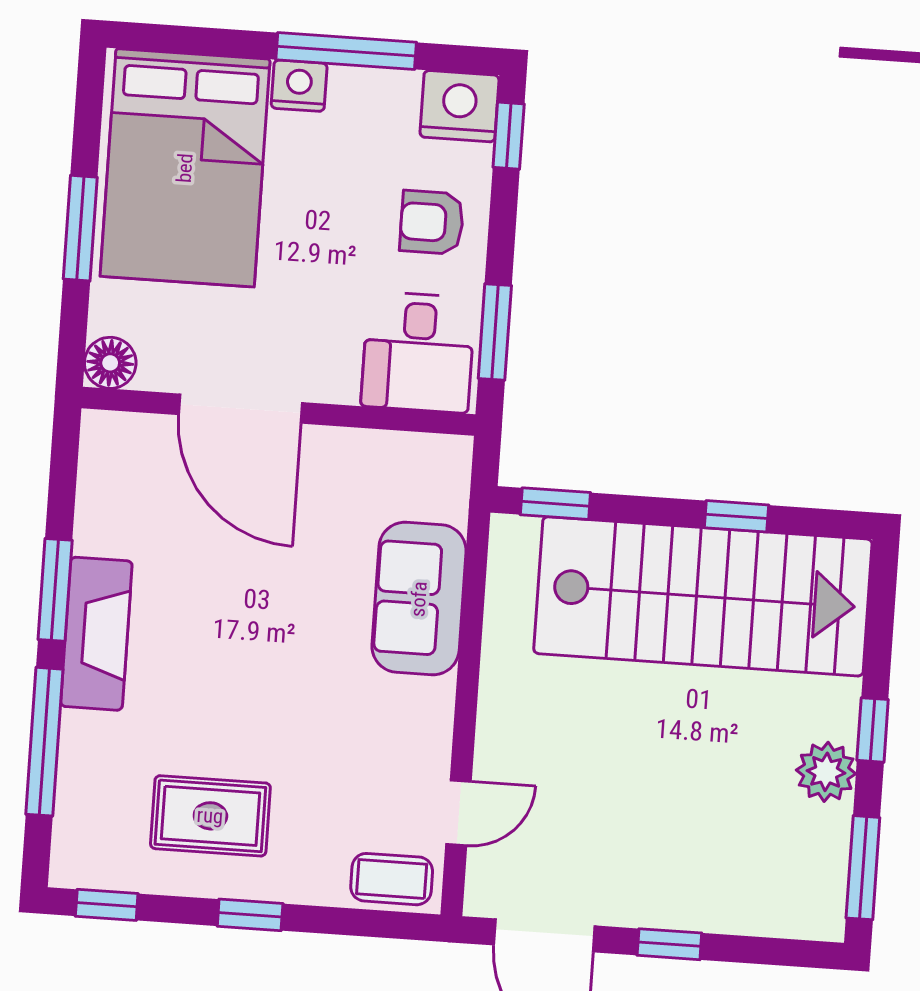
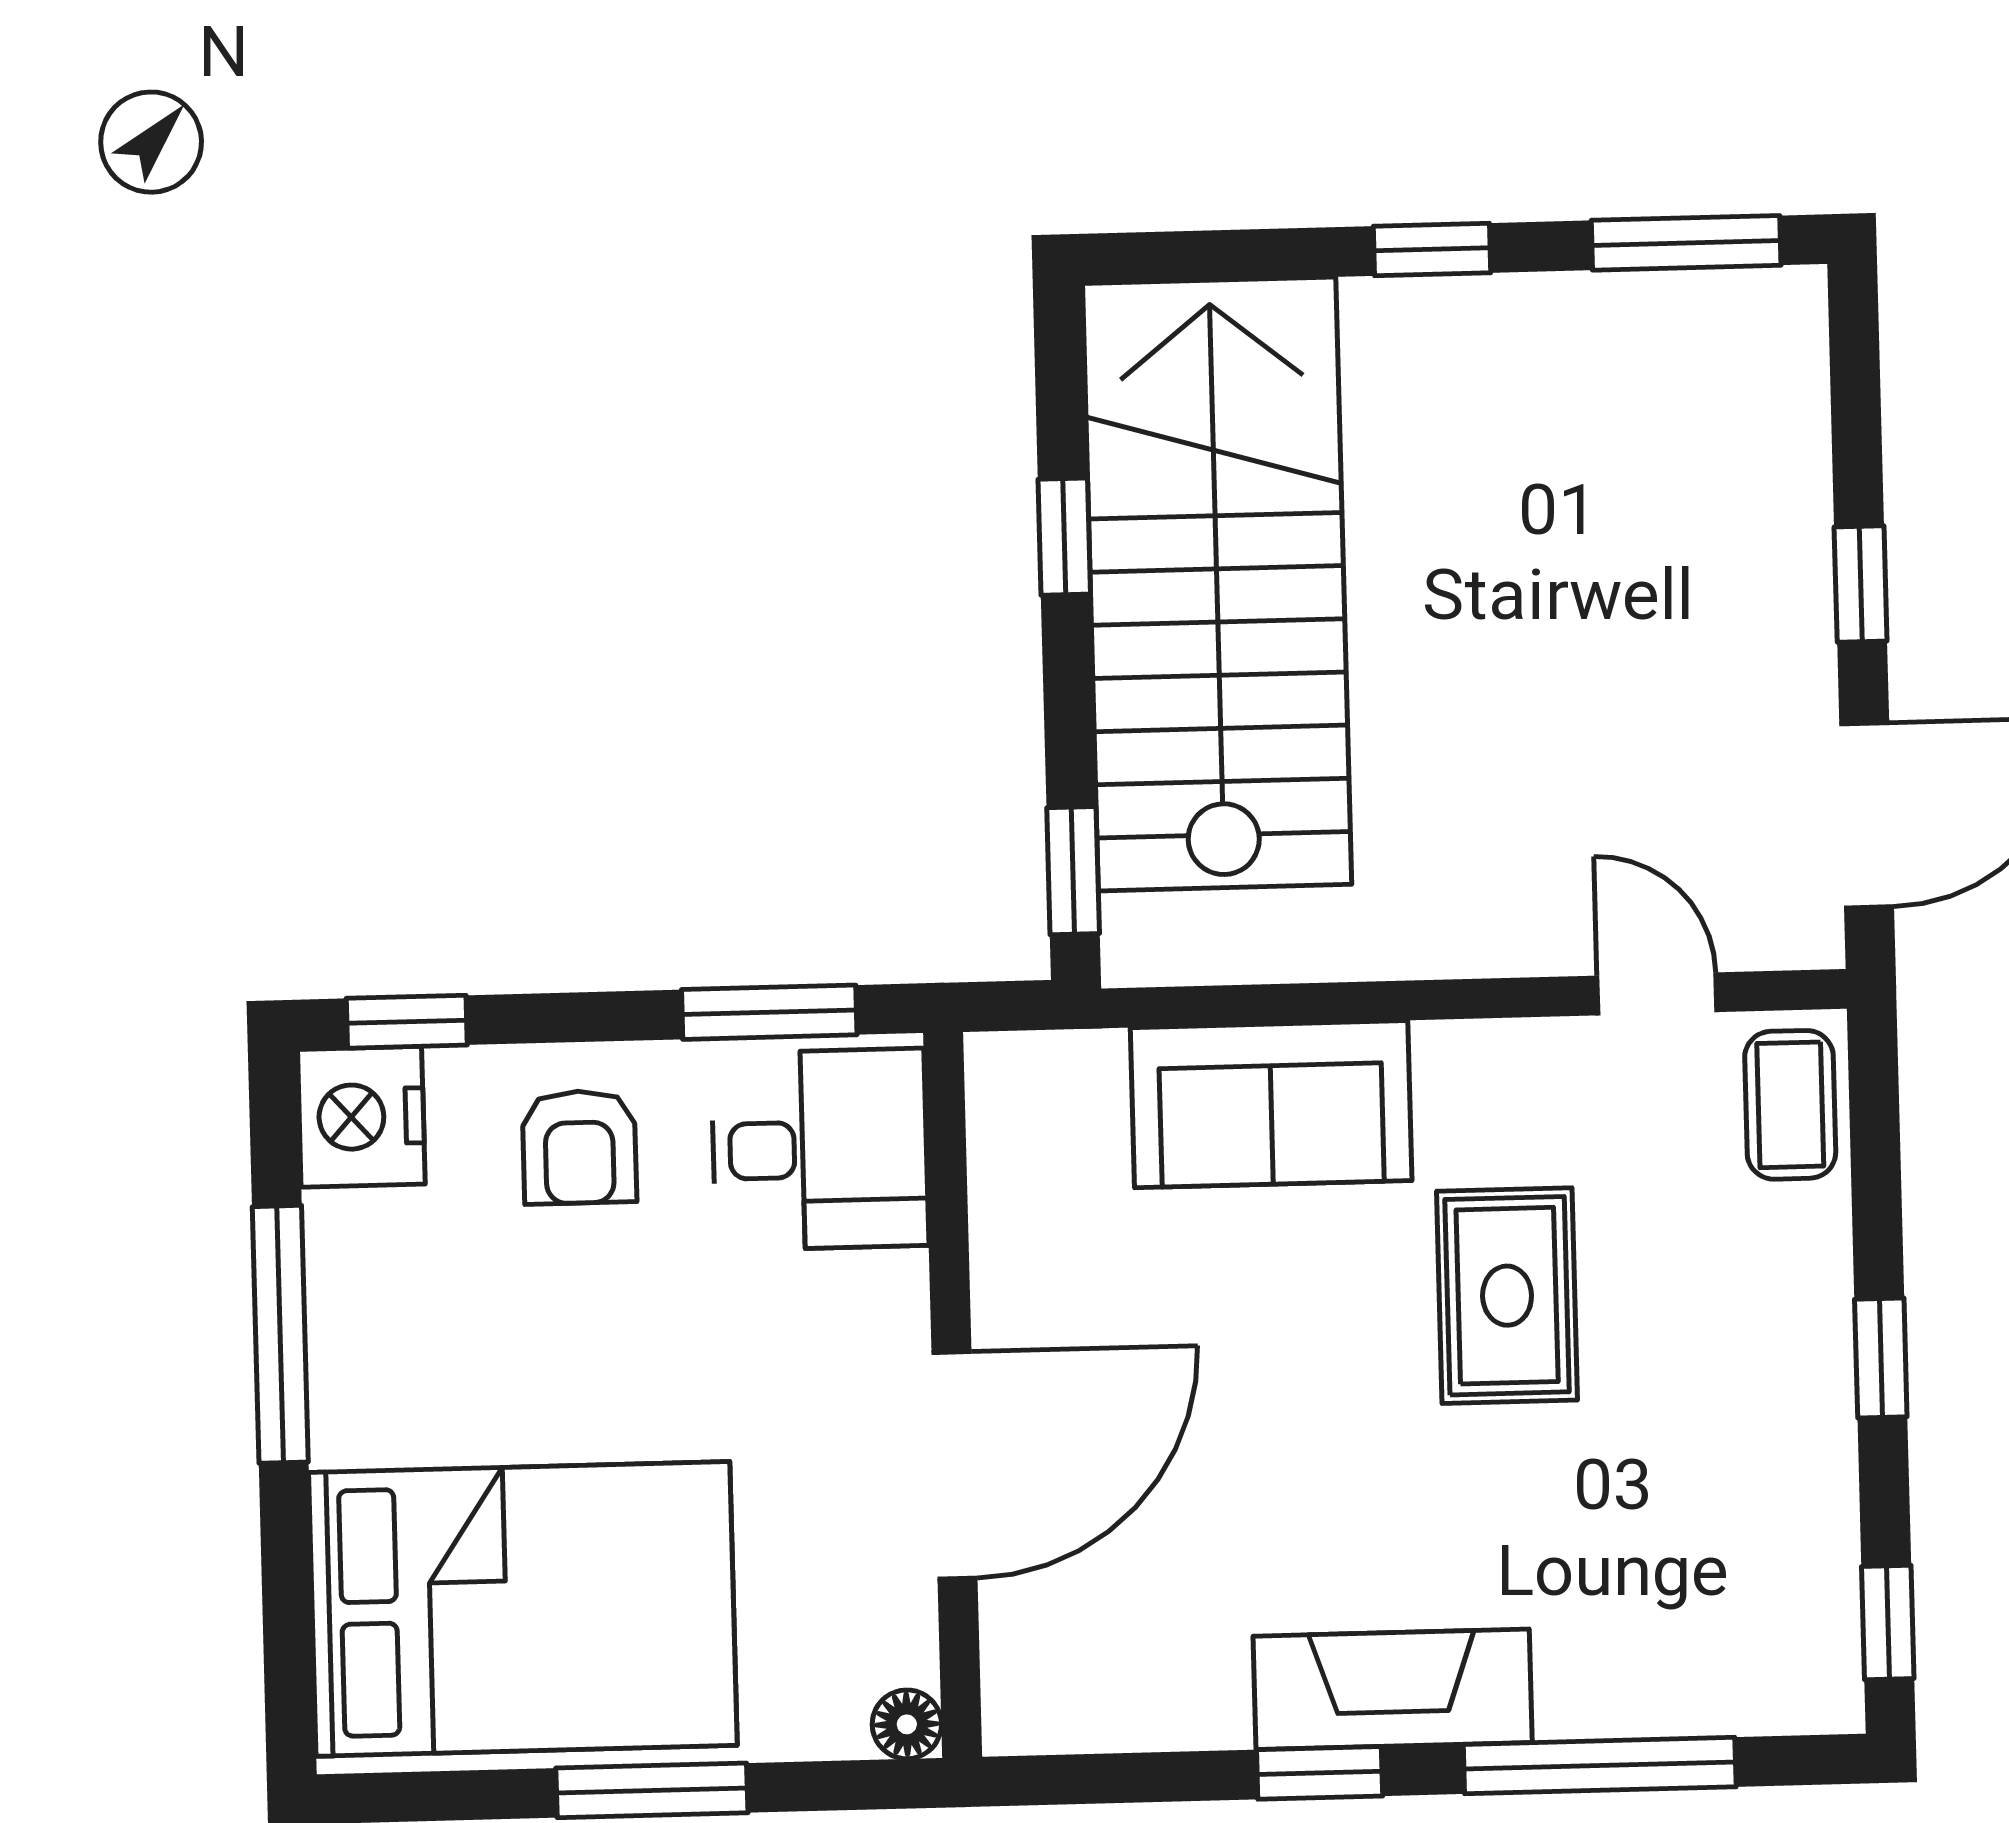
nightstand: (299, 86) -> (352, 1414), removed
floor lamp: (110, 363) -> (907, 1724), width x0.73, depth x0.73
window: (55, 590) -> (1320, 1773), width x0.67
plant: (826, 772) -> (1517, 327), removed
rug: (210, 816) -> (1507, 1296), moved

